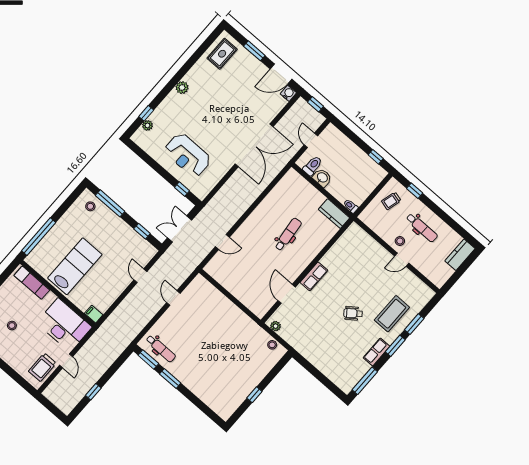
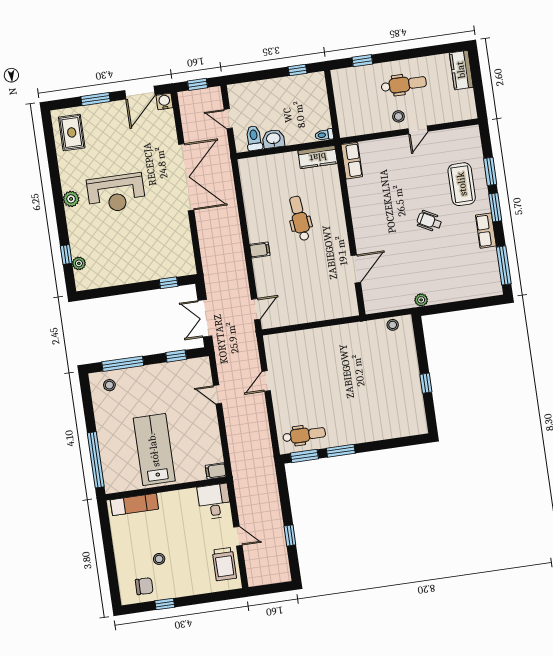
reception desk: (188, 155) -> (116, 193), moved
trolley: (391, 201) -> (353, 92), removed
filing cabinet: (249, 227) -> (260, 250), added
door: (222, 242) -> (256, 309), moved
row of seats: (314, 276) -> (352, 161), moved
door: (287, 294) -> (356, 269), swing flipped
door: (173, 298) -> (266, 381), hinge flipped
wheelchair: (353, 313) -> (429, 221), turned 65
desk: (64, 325) -> (214, 501), width x0.53, depth x0.77
plant: (276, 326) -> (421, 300), moved

